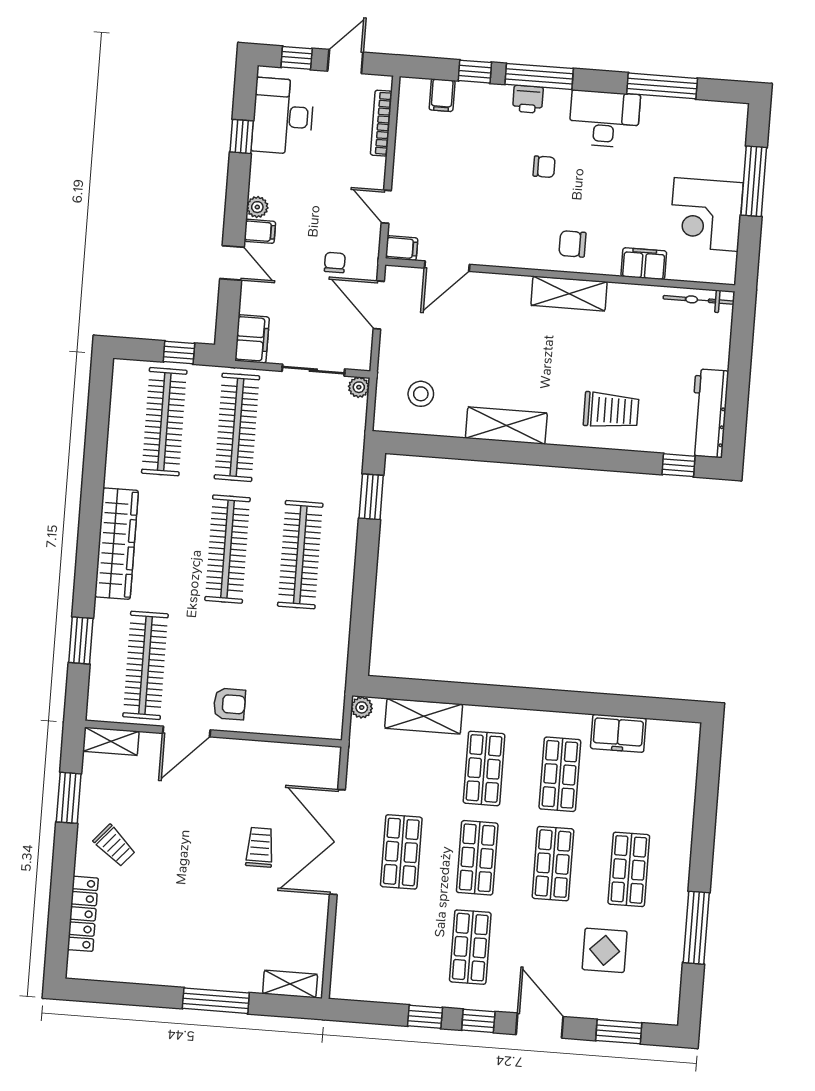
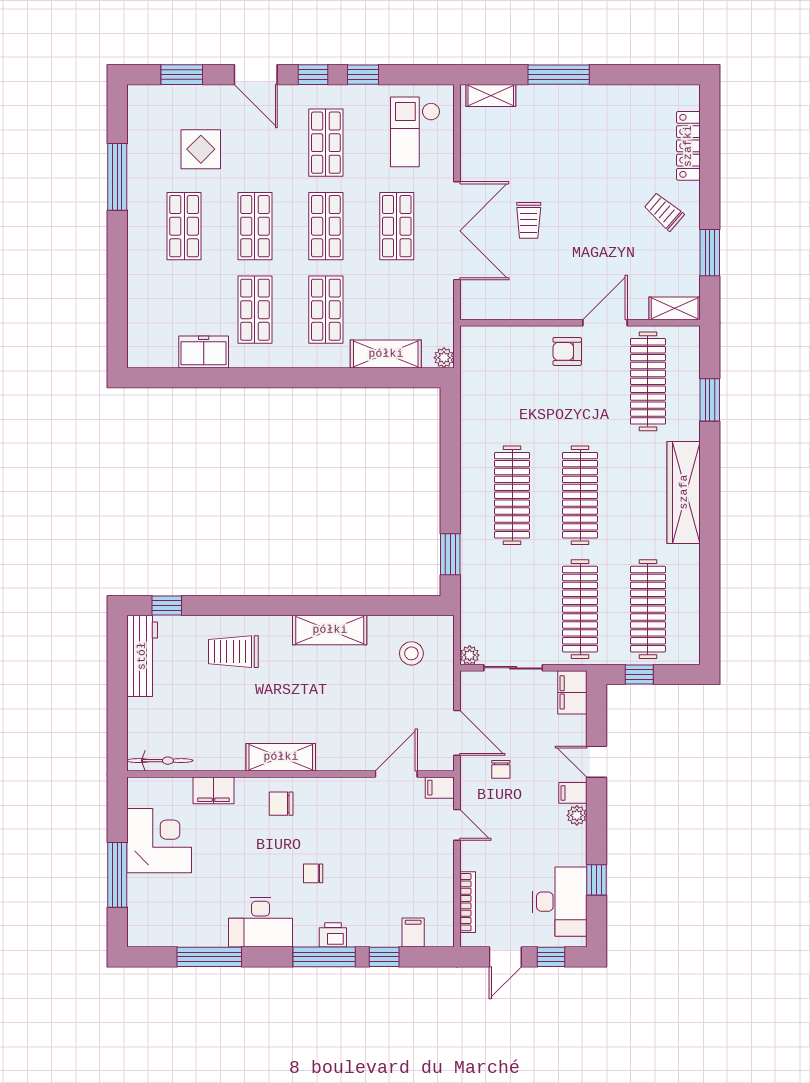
chair: (573, 244) -> (281, 804), turned 180
checkout: (374, 951) -> (415, 132), added

